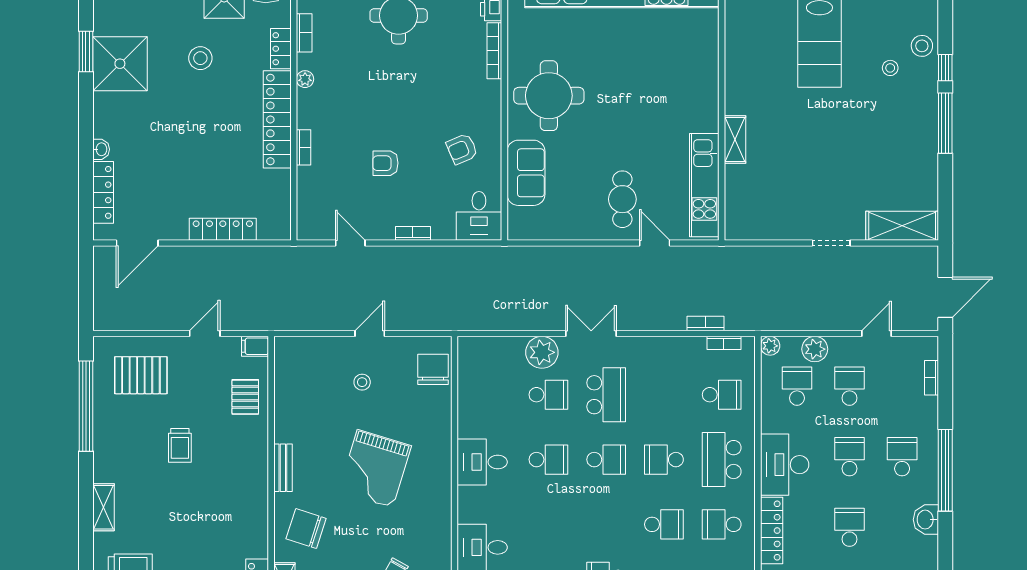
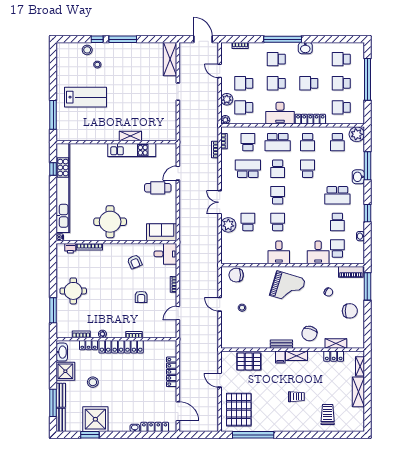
sofa: (526, 173) -> (162, 232), moved
kitchen unit: (704, 185) -> (132, 150), moved
filing cabinet: (255, 346) -> (280, 357), moved
pallet: (141, 375) -> (239, 410), width x1.37, depth x1.41
school desk: (606, 395) -> (248, 169), moved
pallet: (245, 397) -> (249, 361), width x1.50, depth x1.42
trolley: (180, 445) -> (296, 397), moved
grand piano: (375, 469) -> (288, 287), moved
shelving: (103, 507) -> (297, 356), moved

